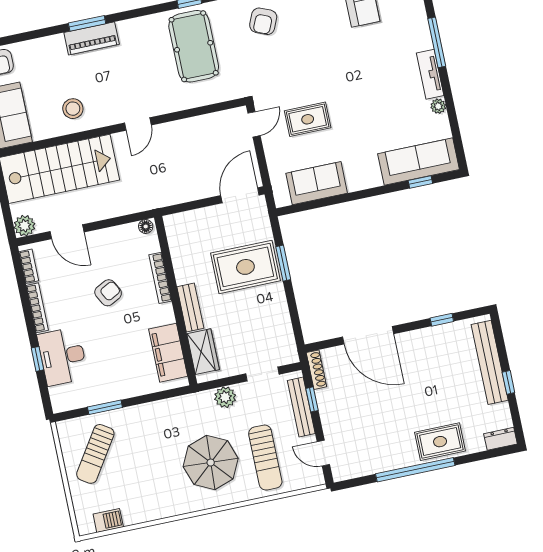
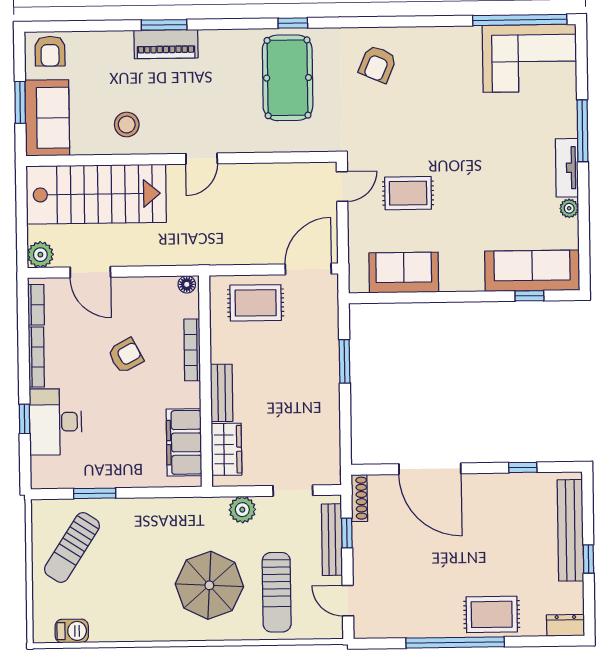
rug: (245, 267) -> (256, 303), moved, width x0.73, depth x0.70

